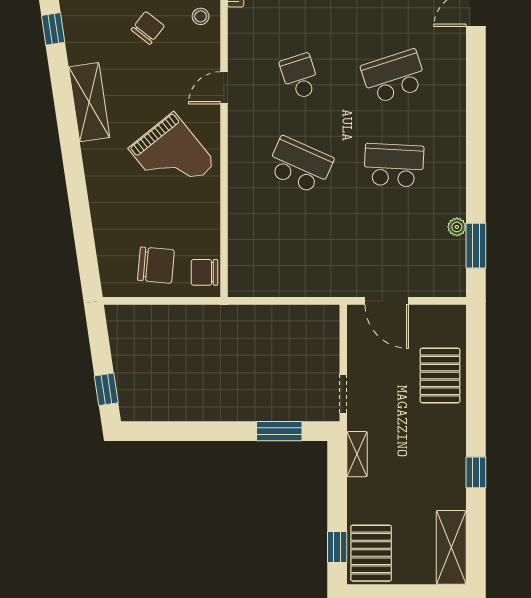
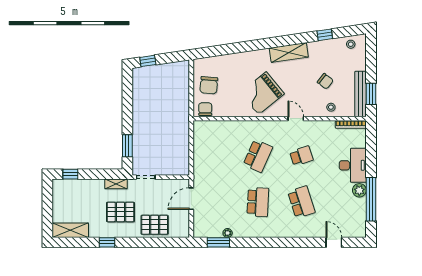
pallet: (371, 553) -> (120, 212), moved

